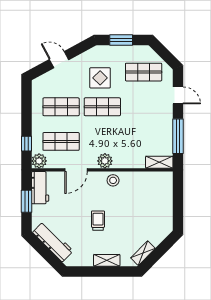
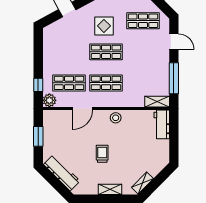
shop shelf: (61, 107) -> (106, 83), moved
plant: (105, 161) -> (108, 100), removed
workbench: (40, 188) -> (162, 124), moved, turned 180

